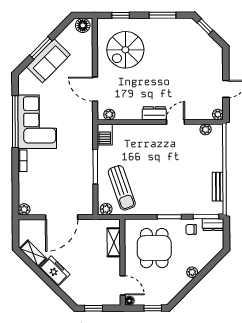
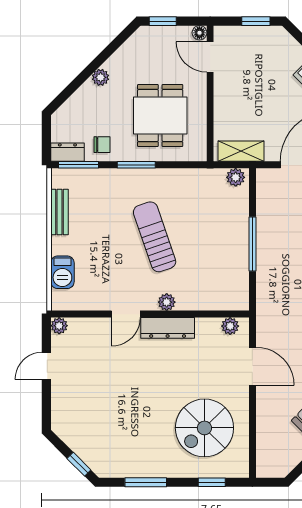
floor lamp: (83, 25) -> (271, 466), removed
spiral stairs: (125, 50) -> (204, 428), turned 180
dresser: (154, 113) -> (168, 328), width x1.44
plant: (206, 129) -> (167, 302), moved
barbecue: (105, 135) -> (62, 272), moved, turned 180
sun lounger: (122, 188) -> (155, 237), moved
shelving: (114, 242) -> (241, 151), moved, turned 90

